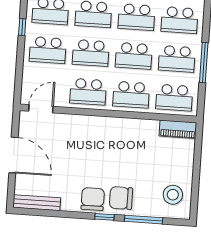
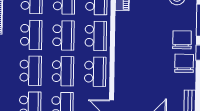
chair: (121, 198) -> (182, 40), turned 180
chair: (93, 199) -> (184, 63), turned 90

